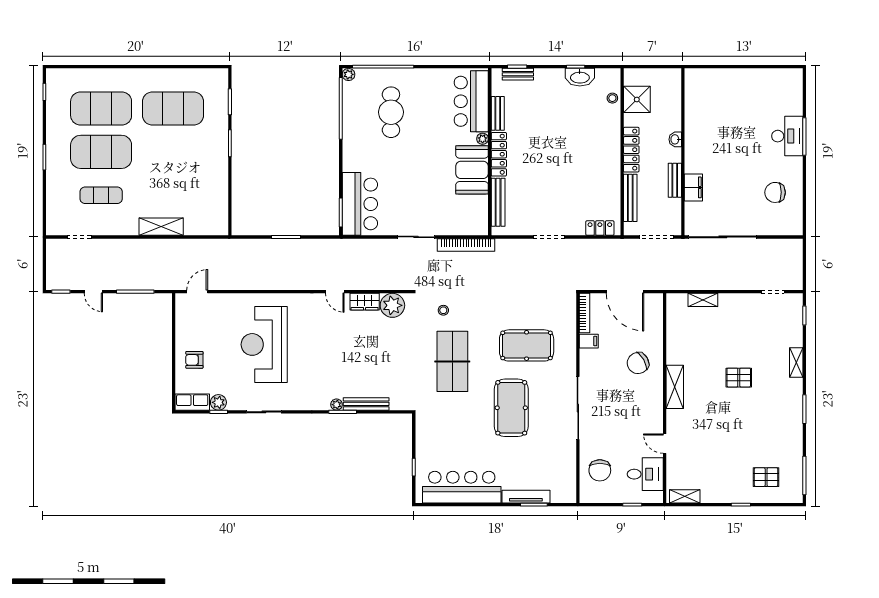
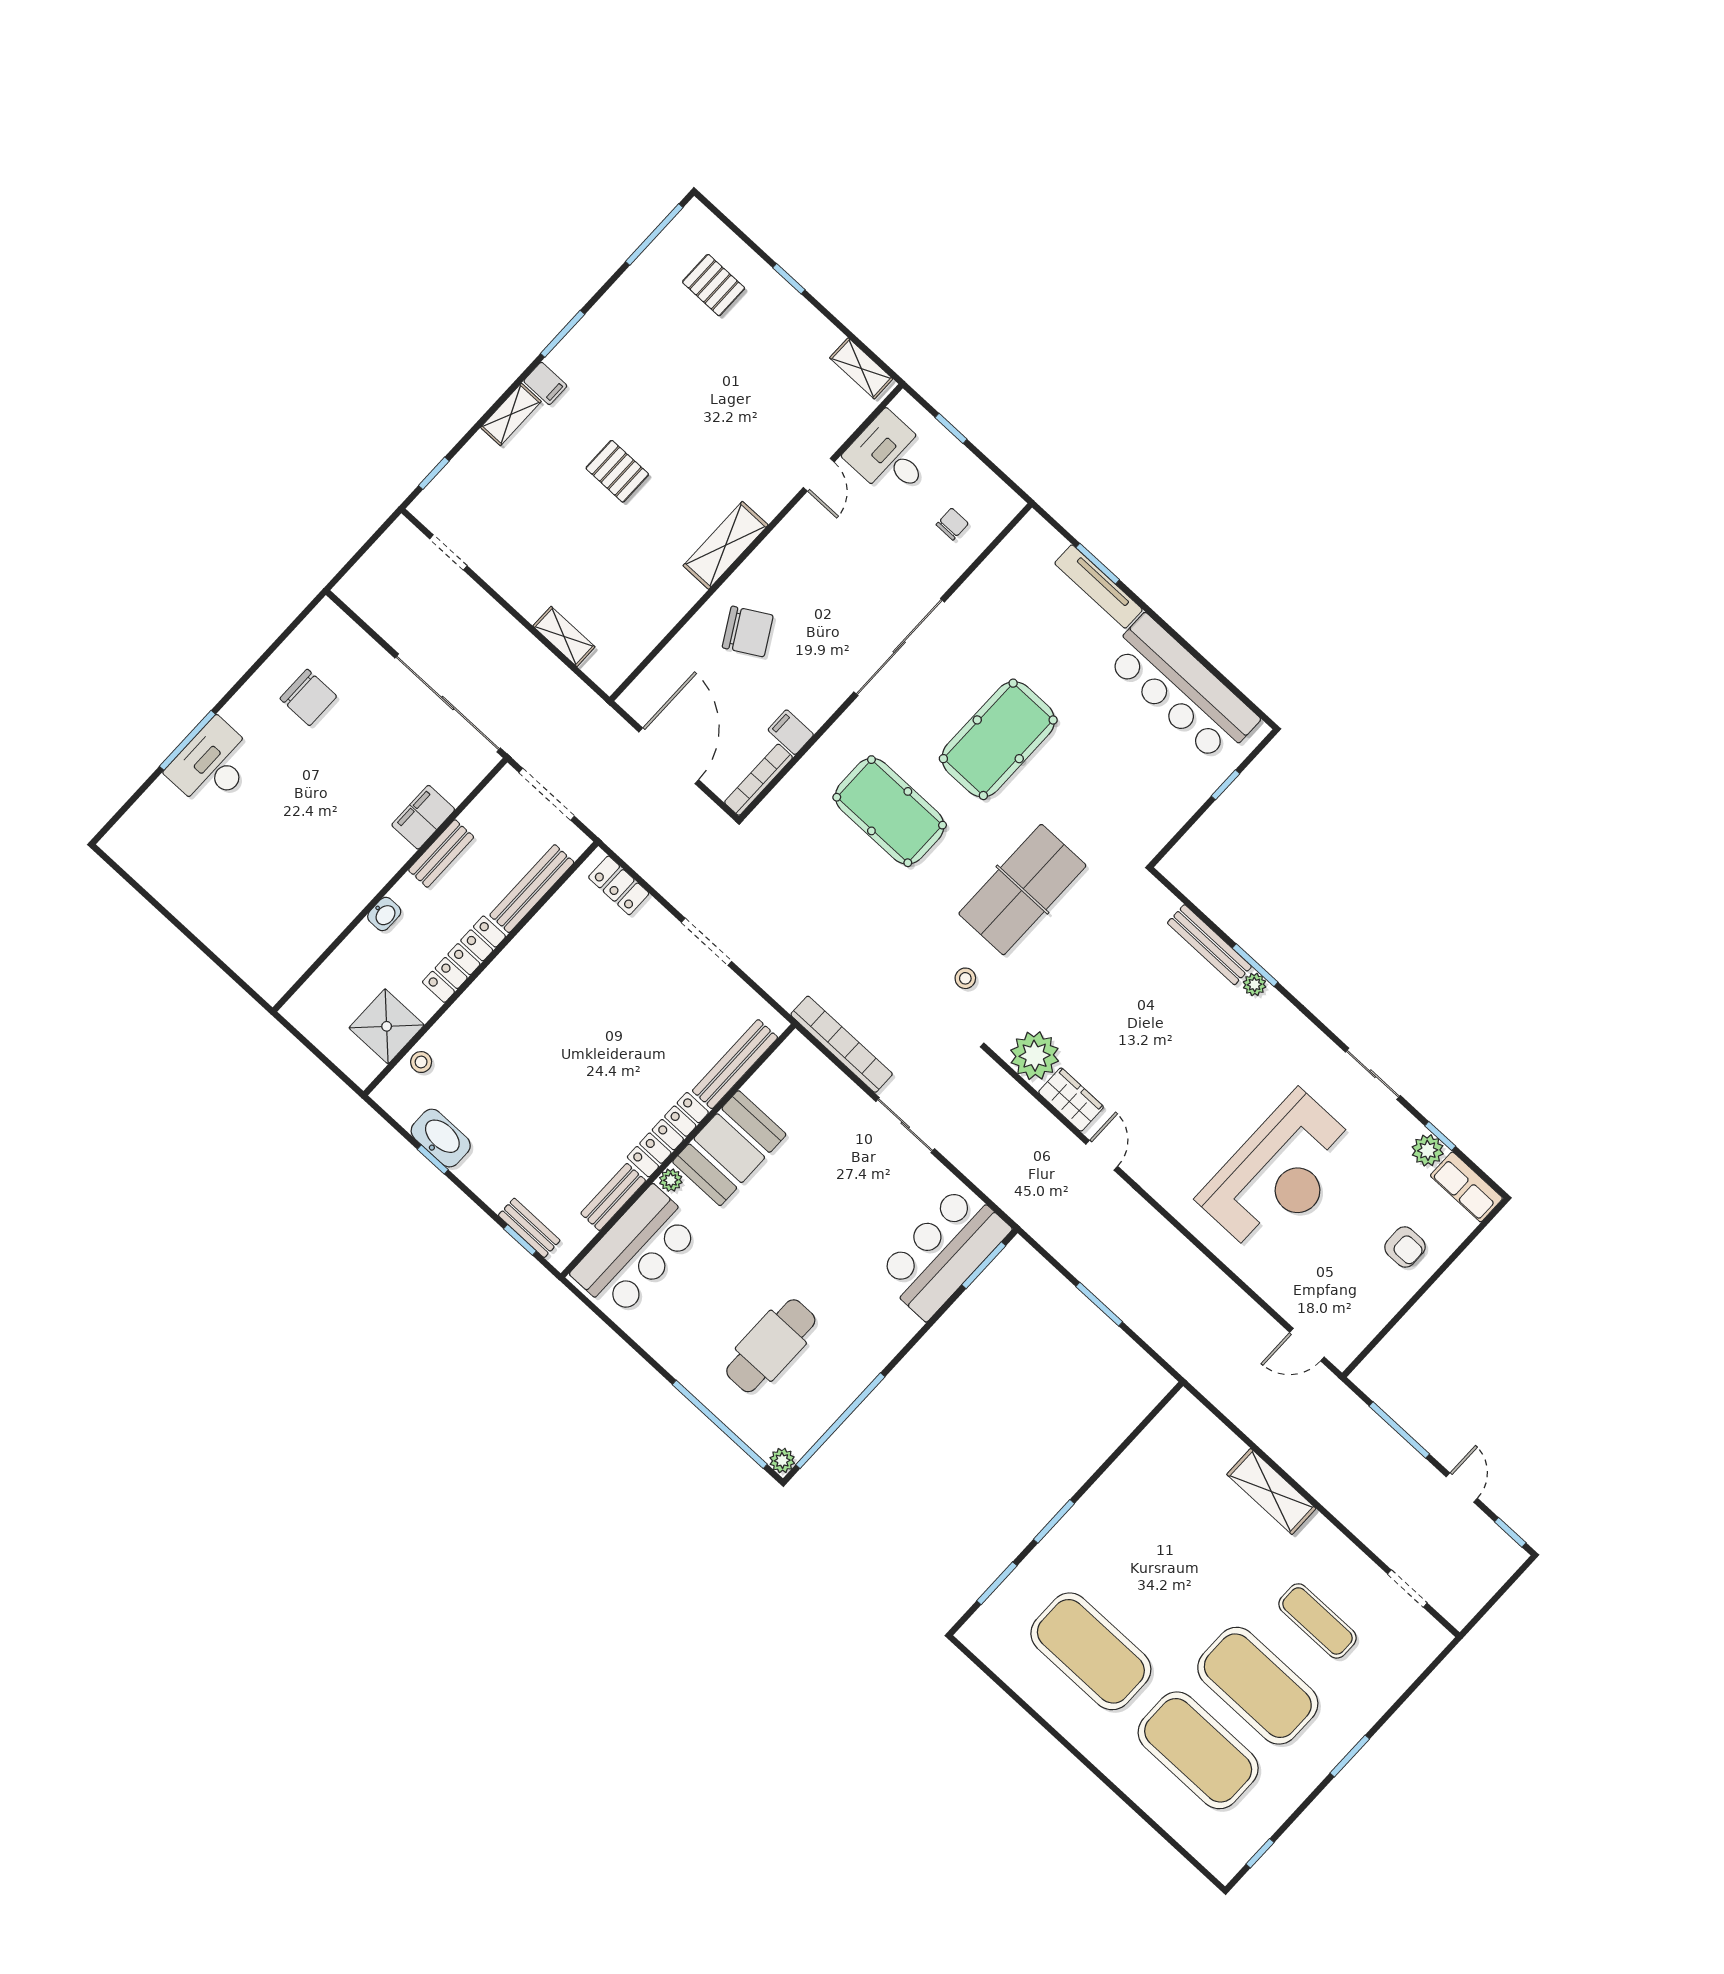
filing cabinet: (794, 385) -> (545, 383), added
chair: (600, 470) -> (952, 524), width x0.54, depth x0.54

